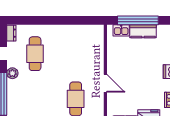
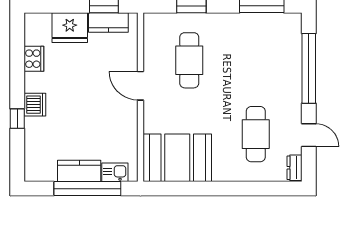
booth: (83, 39) -> (177, 158), added
plant: (12, 73) -> (293, 102), removed

